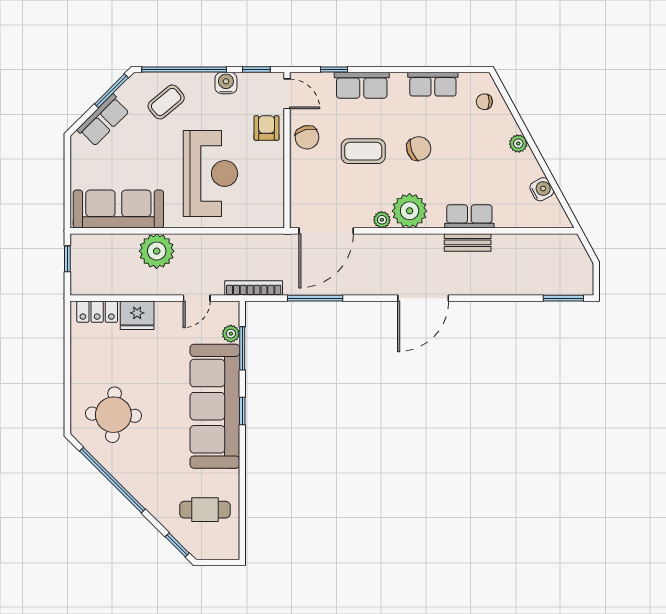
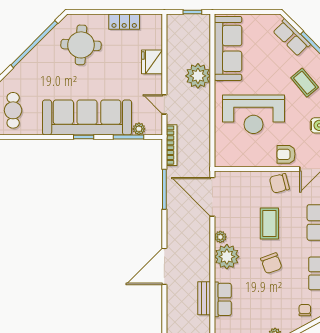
armchair: (267, 128) -> (286, 154), turned 180
door: (423, 298) -> (164, 266), hinge flipped
locker: (97, 312) -> (124, 22), moved, turned -90

